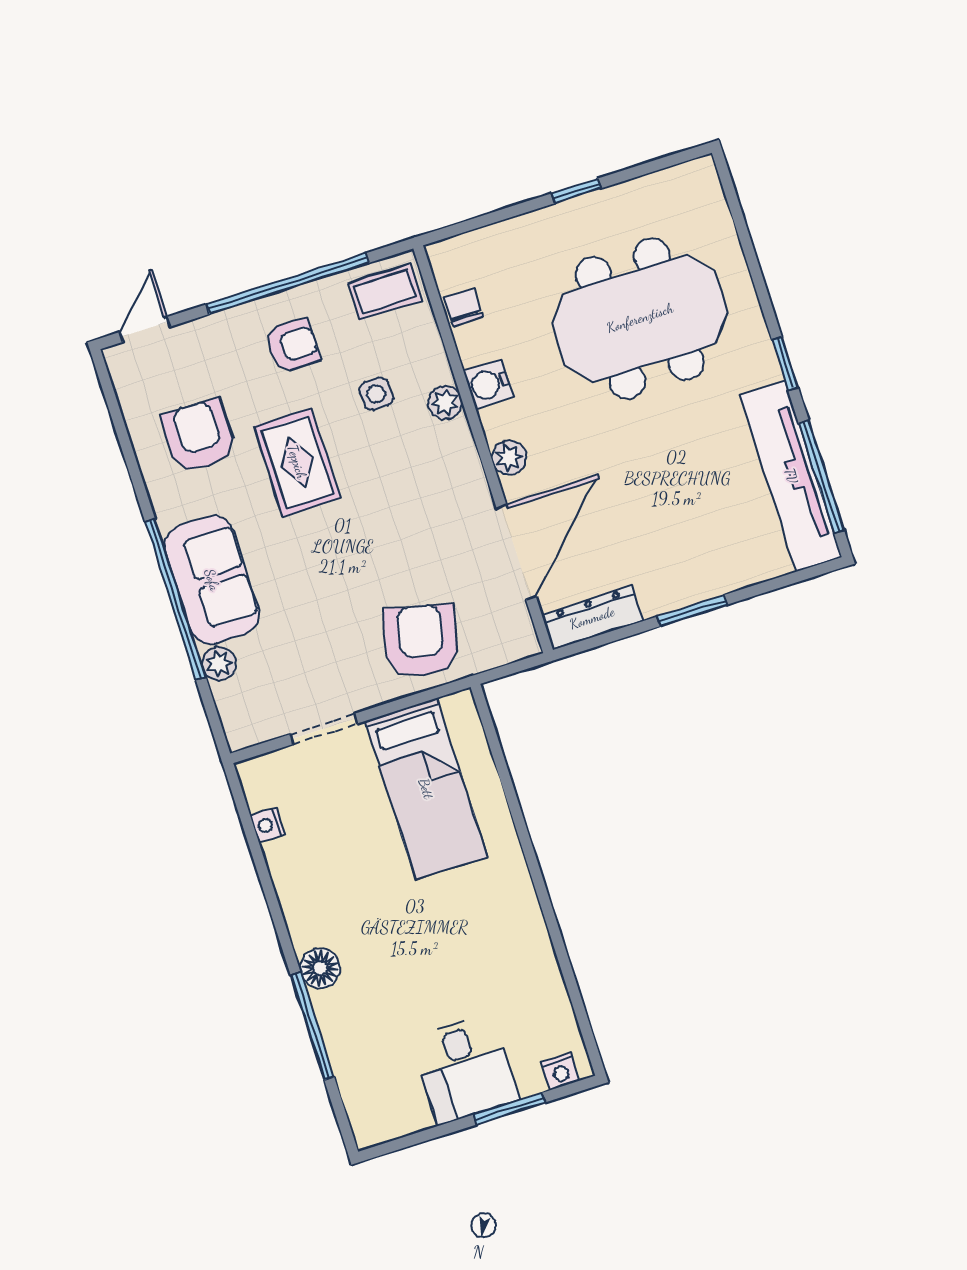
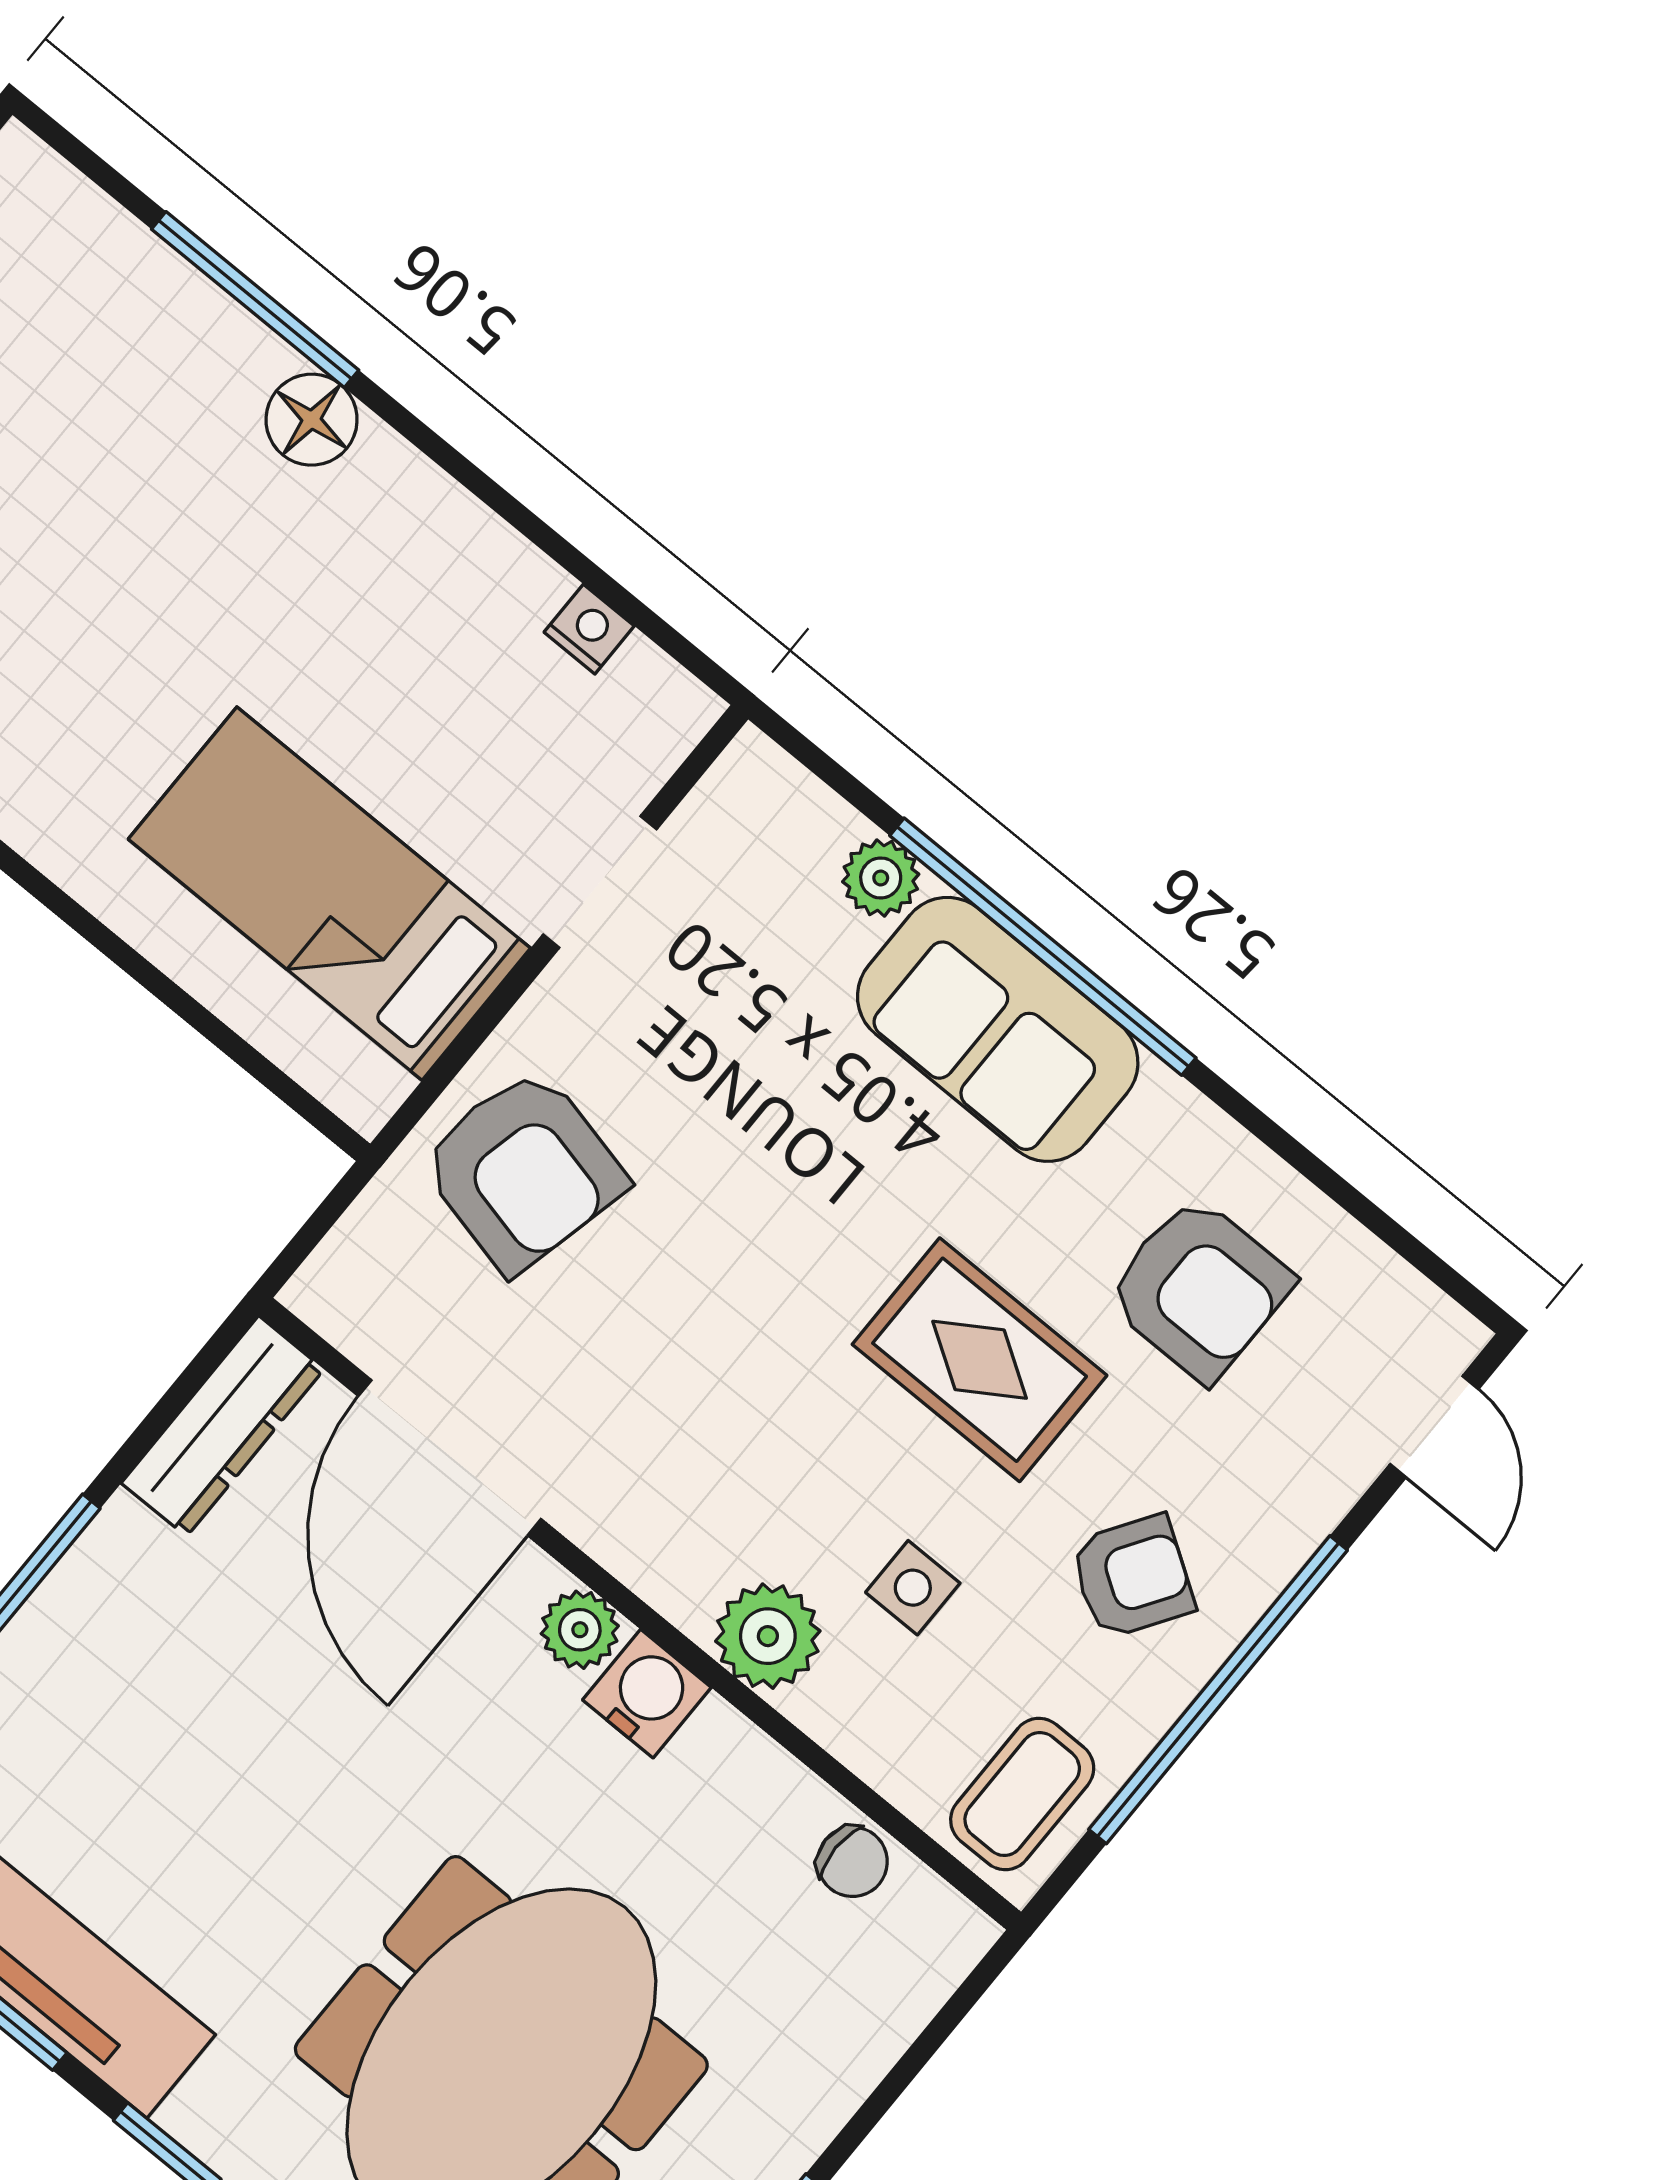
armchair: (292, 346) -> (1132, 1577), turned -147
water cooler: (489, 384) -> (647, 1694), moved
plant: (445, 403) -> (768, 1636), width x1.38, depth x1.38

